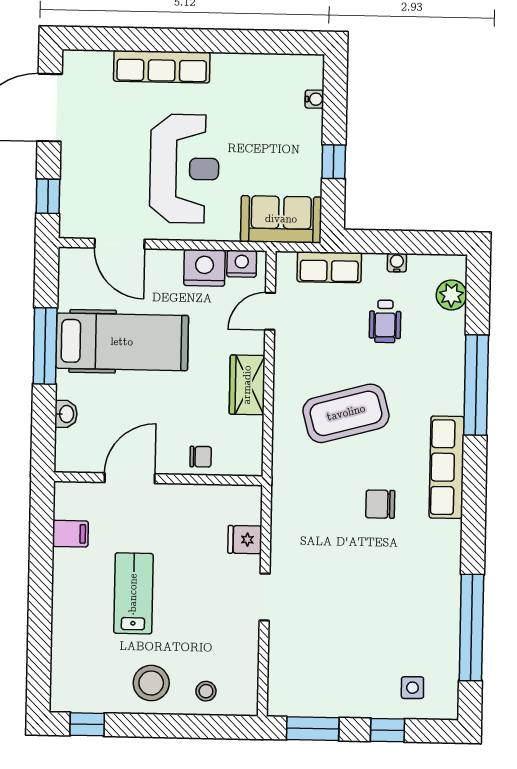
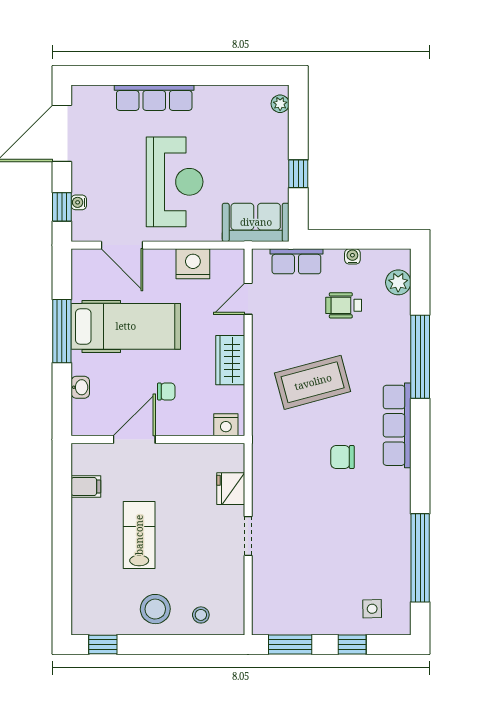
plant: (313, 77) -> (280, 104), added
water cooler: (314, 99) -> (79, 202), moved, turned 180
nightstand: (242, 264) -> (226, 425), moved, turned 180
wheelchair: (385, 321) -> (344, 305), turned 90
chair: (201, 457) -> (166, 391), moved
fridge: (245, 540) -> (231, 489), width x1.38

